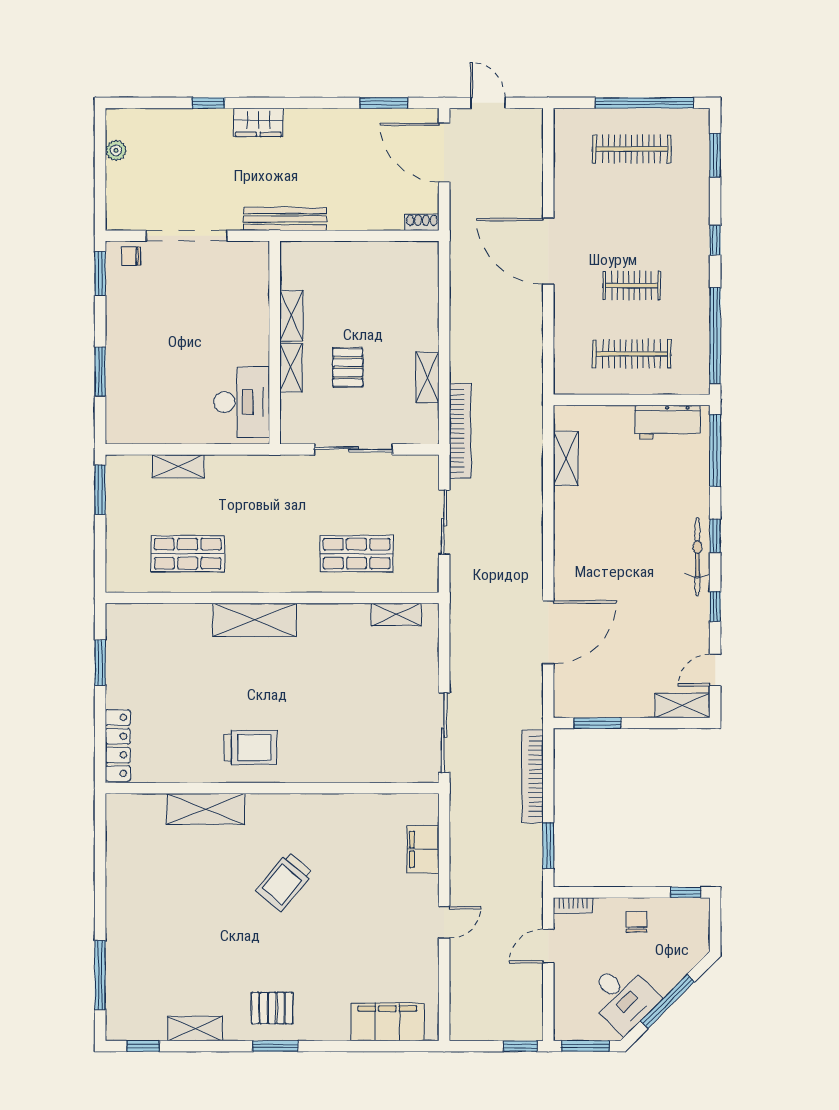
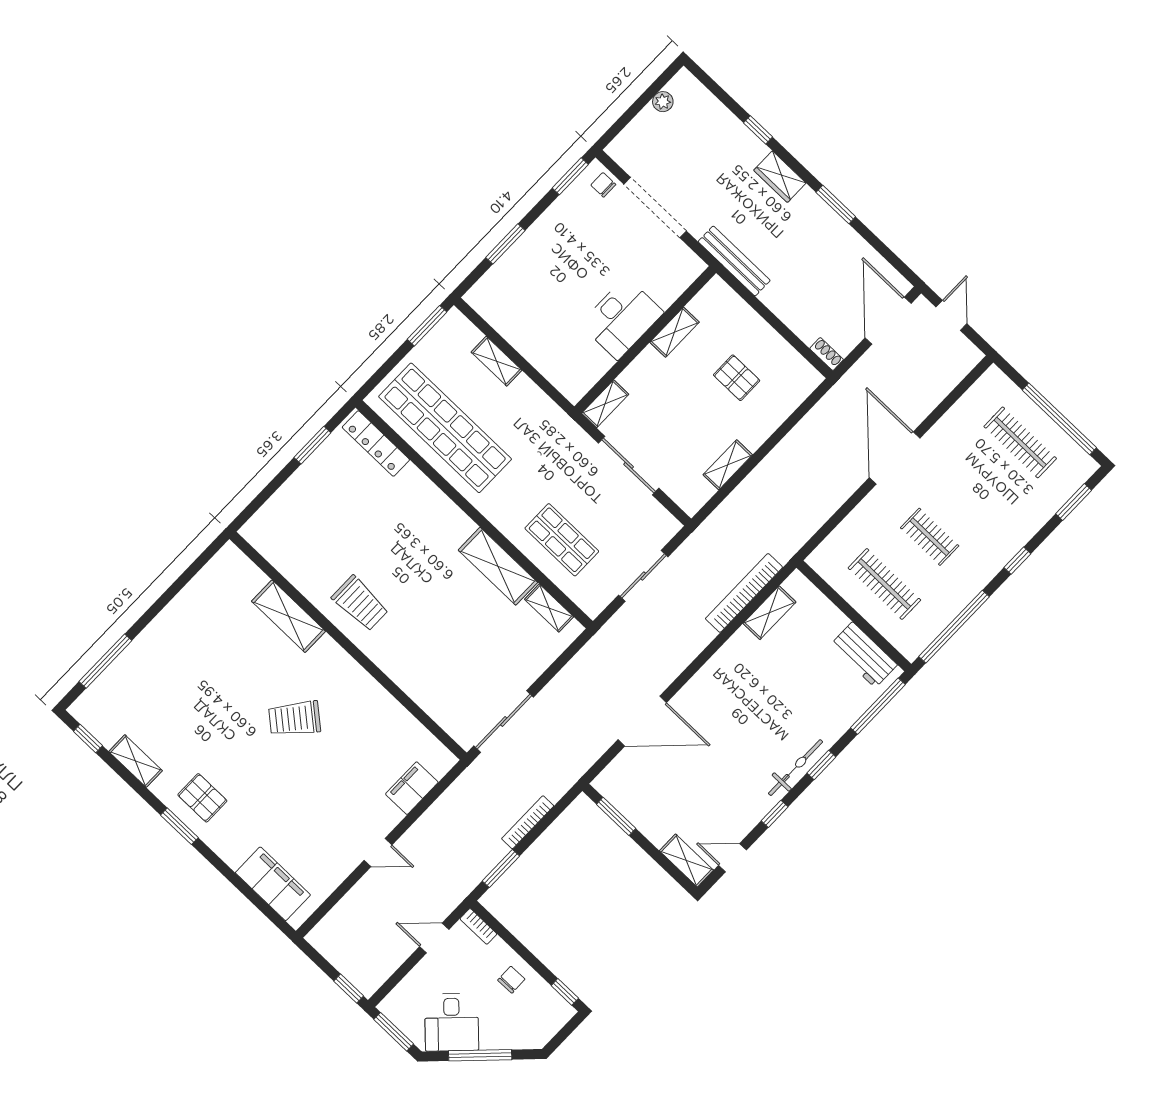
window: (384, 103) -> (836, 205), moved
shelving: (291, 368) -> (605, 404), moved
pallet: (348, 368) -> (737, 378), moved, turned 90
desk: (242, 402) -> (622, 318), moved
bookcase: (460, 431) -> (744, 593), moved, turned 180
shop shelf: (188, 554) -> (445, 428), width x2.00, depth x1.36
shelving: (255, 620) -> (498, 566), moved
locker: (118, 746) -> (376, 443), moved, turned 90
bookcase: (533, 776) -> (528, 822), width x0.68, depth x0.76

